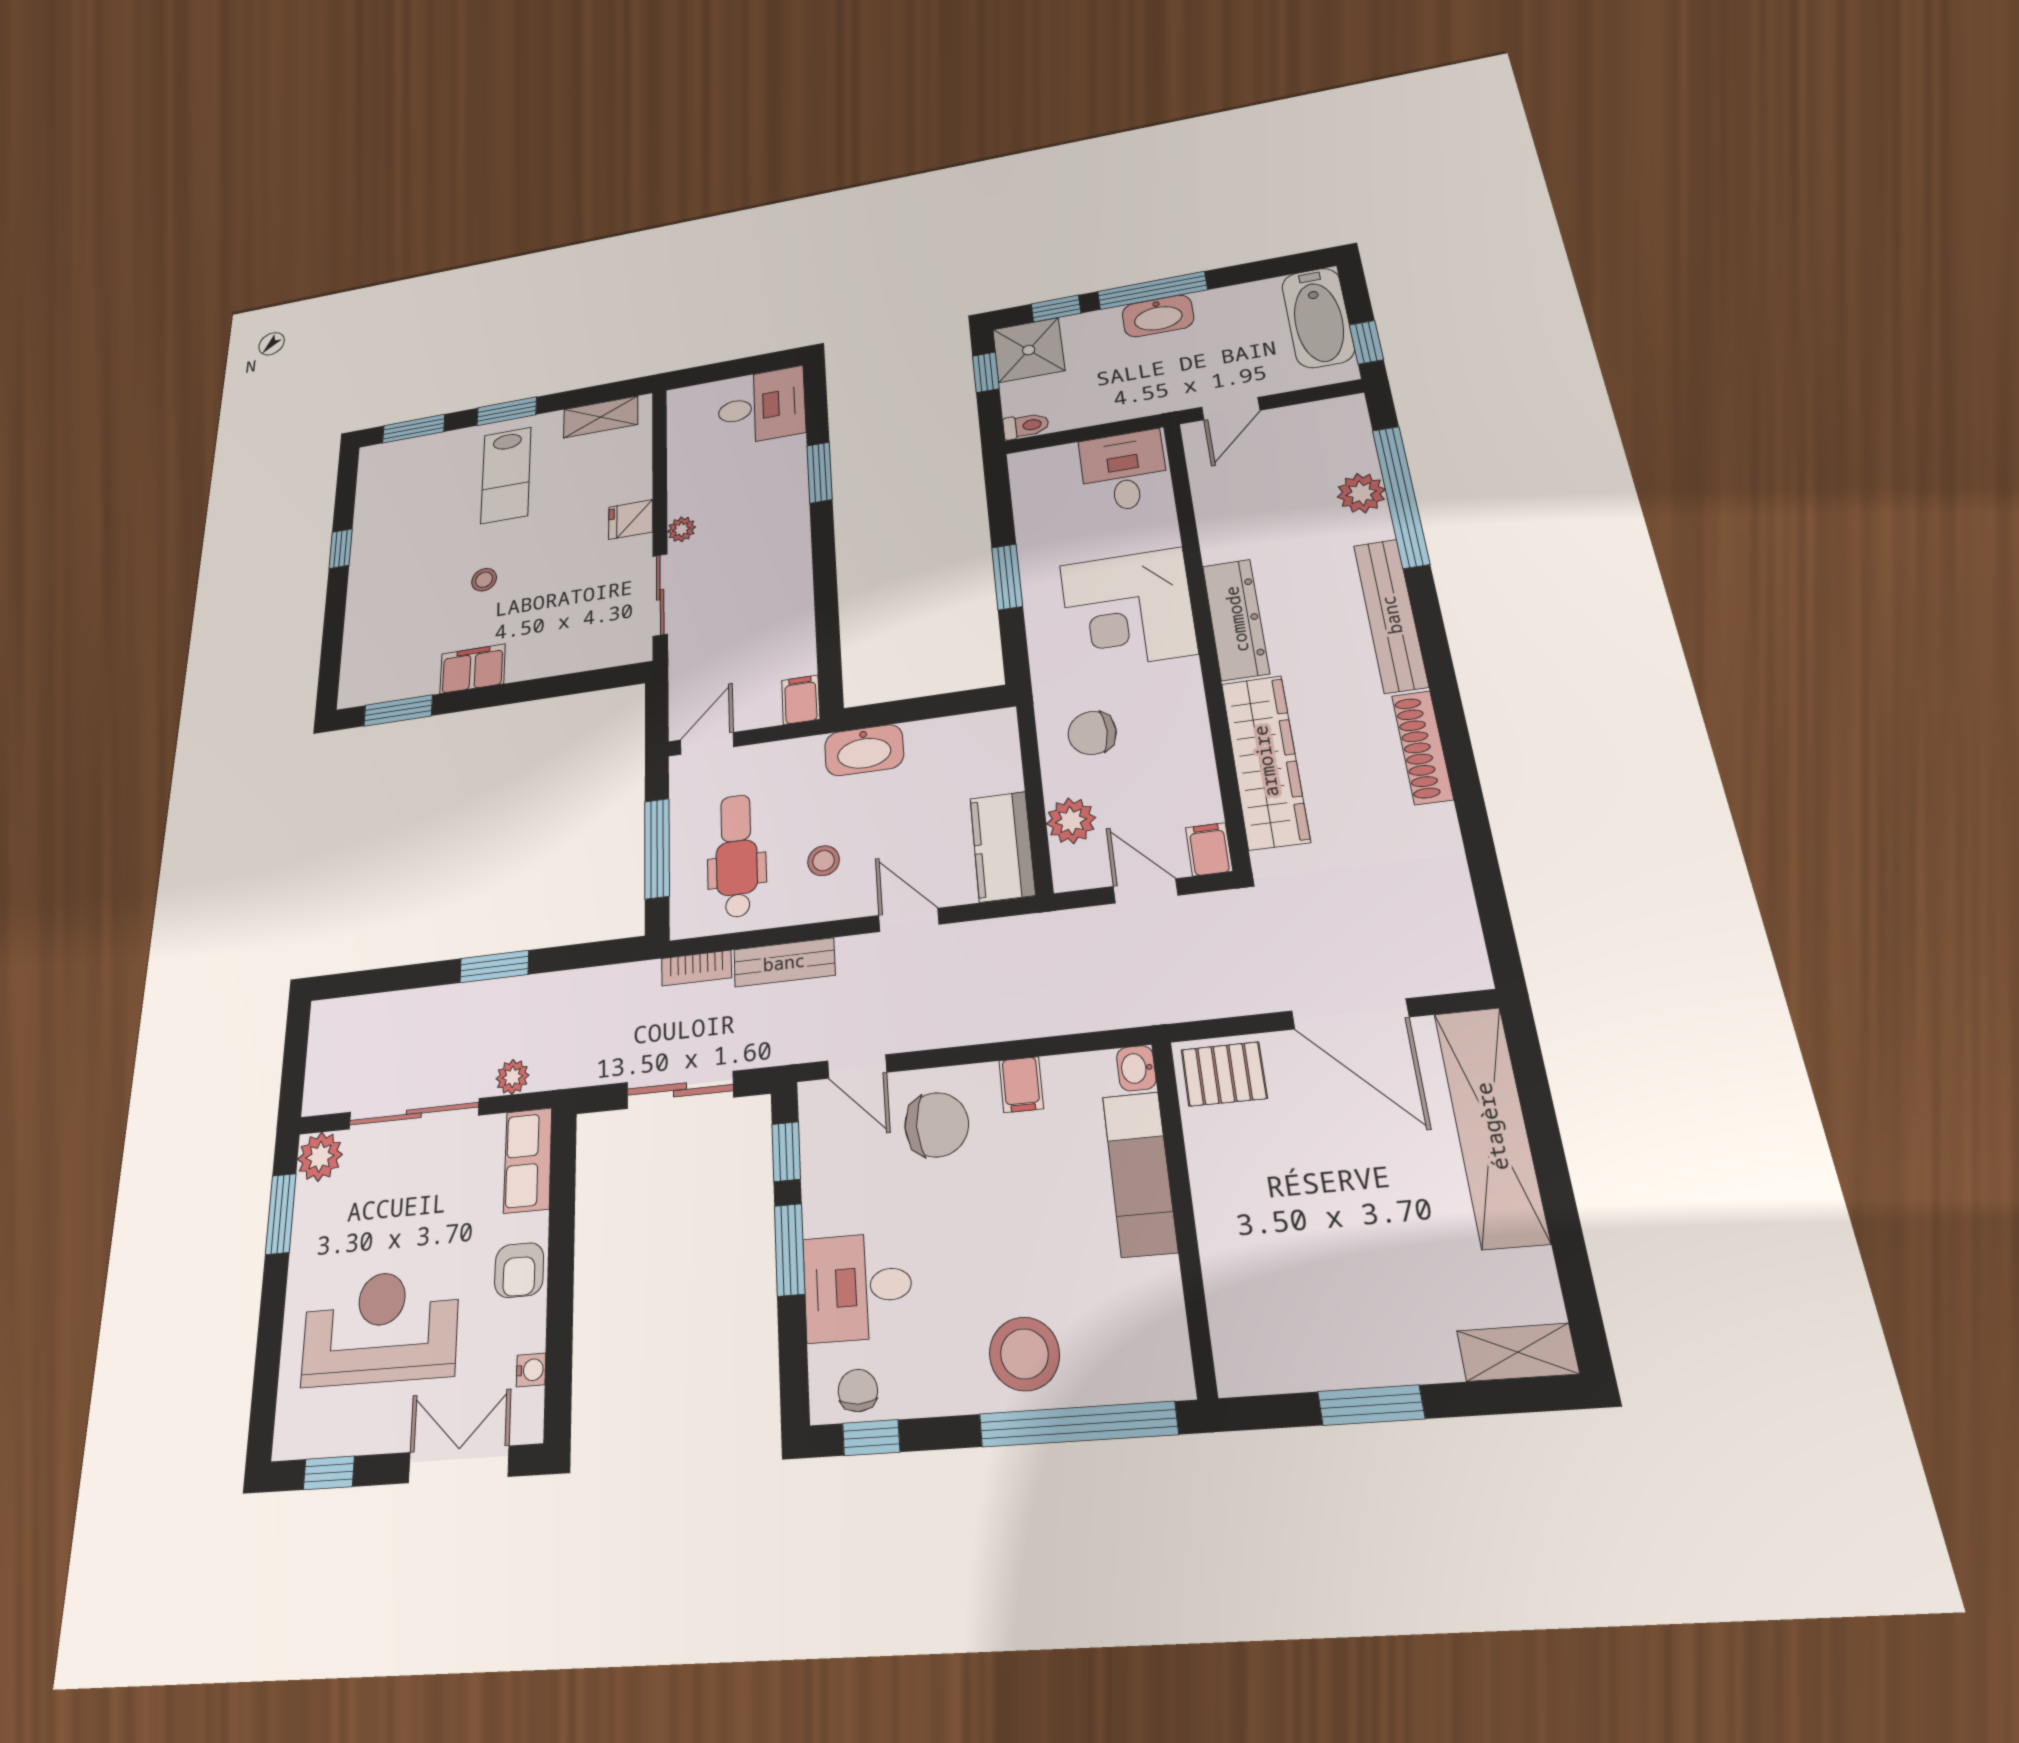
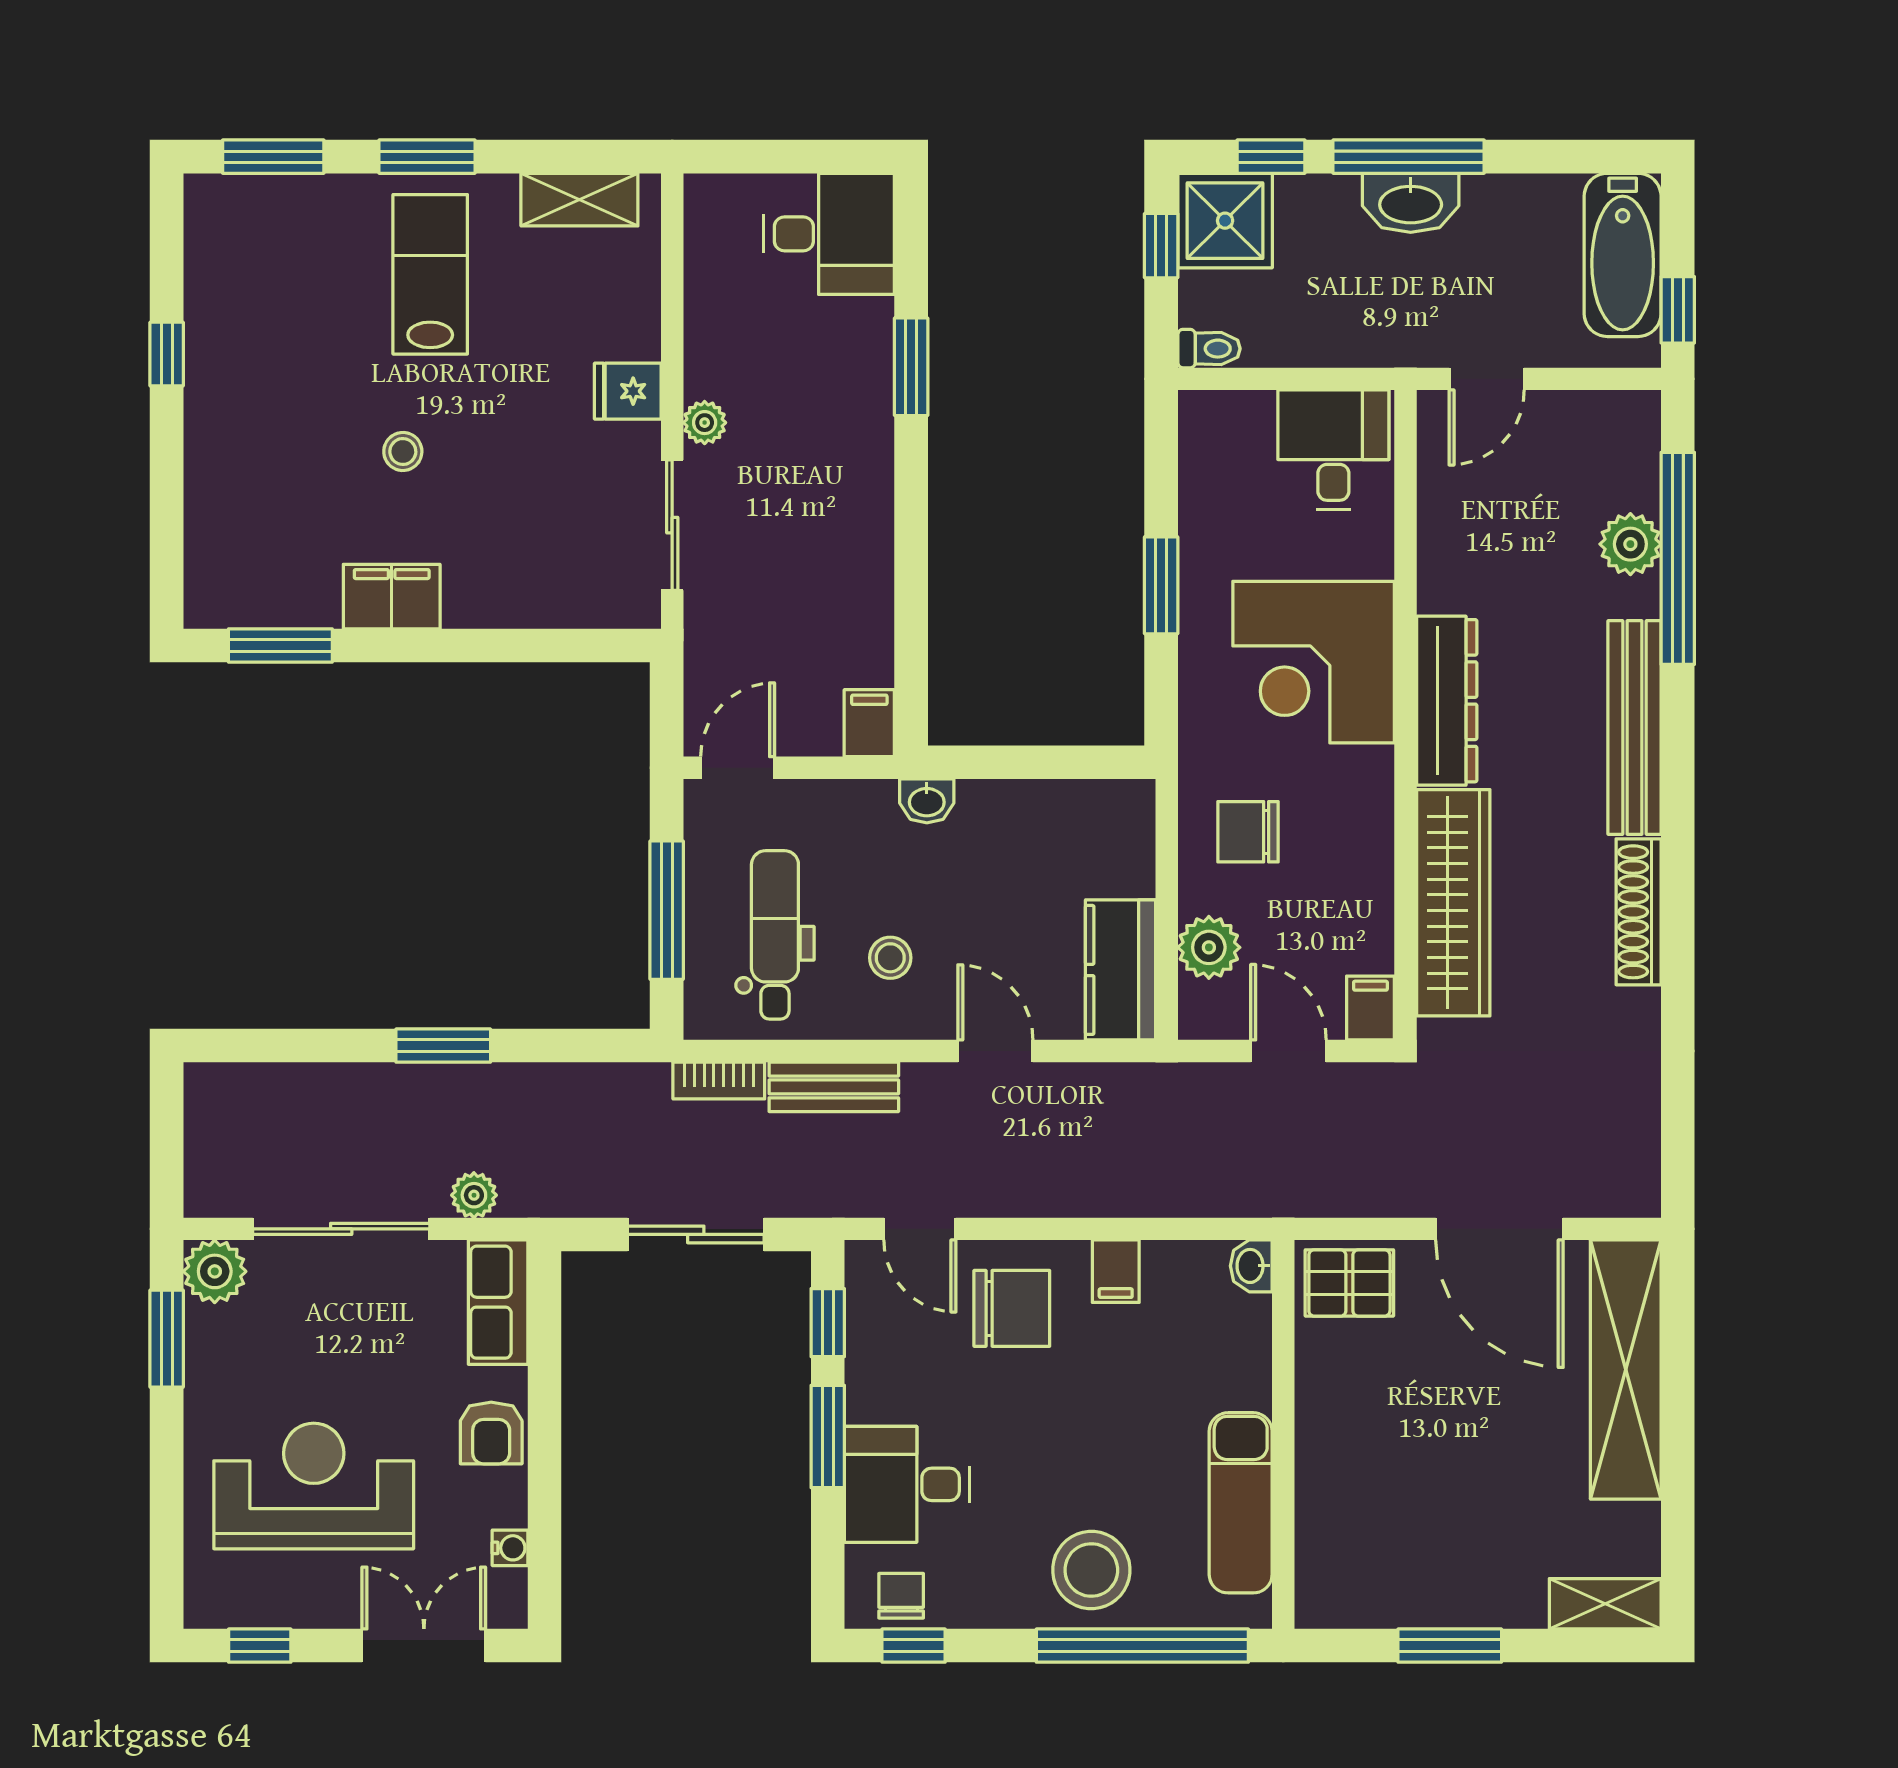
lab bench: (506, 475) -> (430, 274), turned 180
washbasin: (864, 750) -> (927, 801), width x0.52, depth x0.69
exam couch: (1140, 1174) -> (1241, 1503), moved

